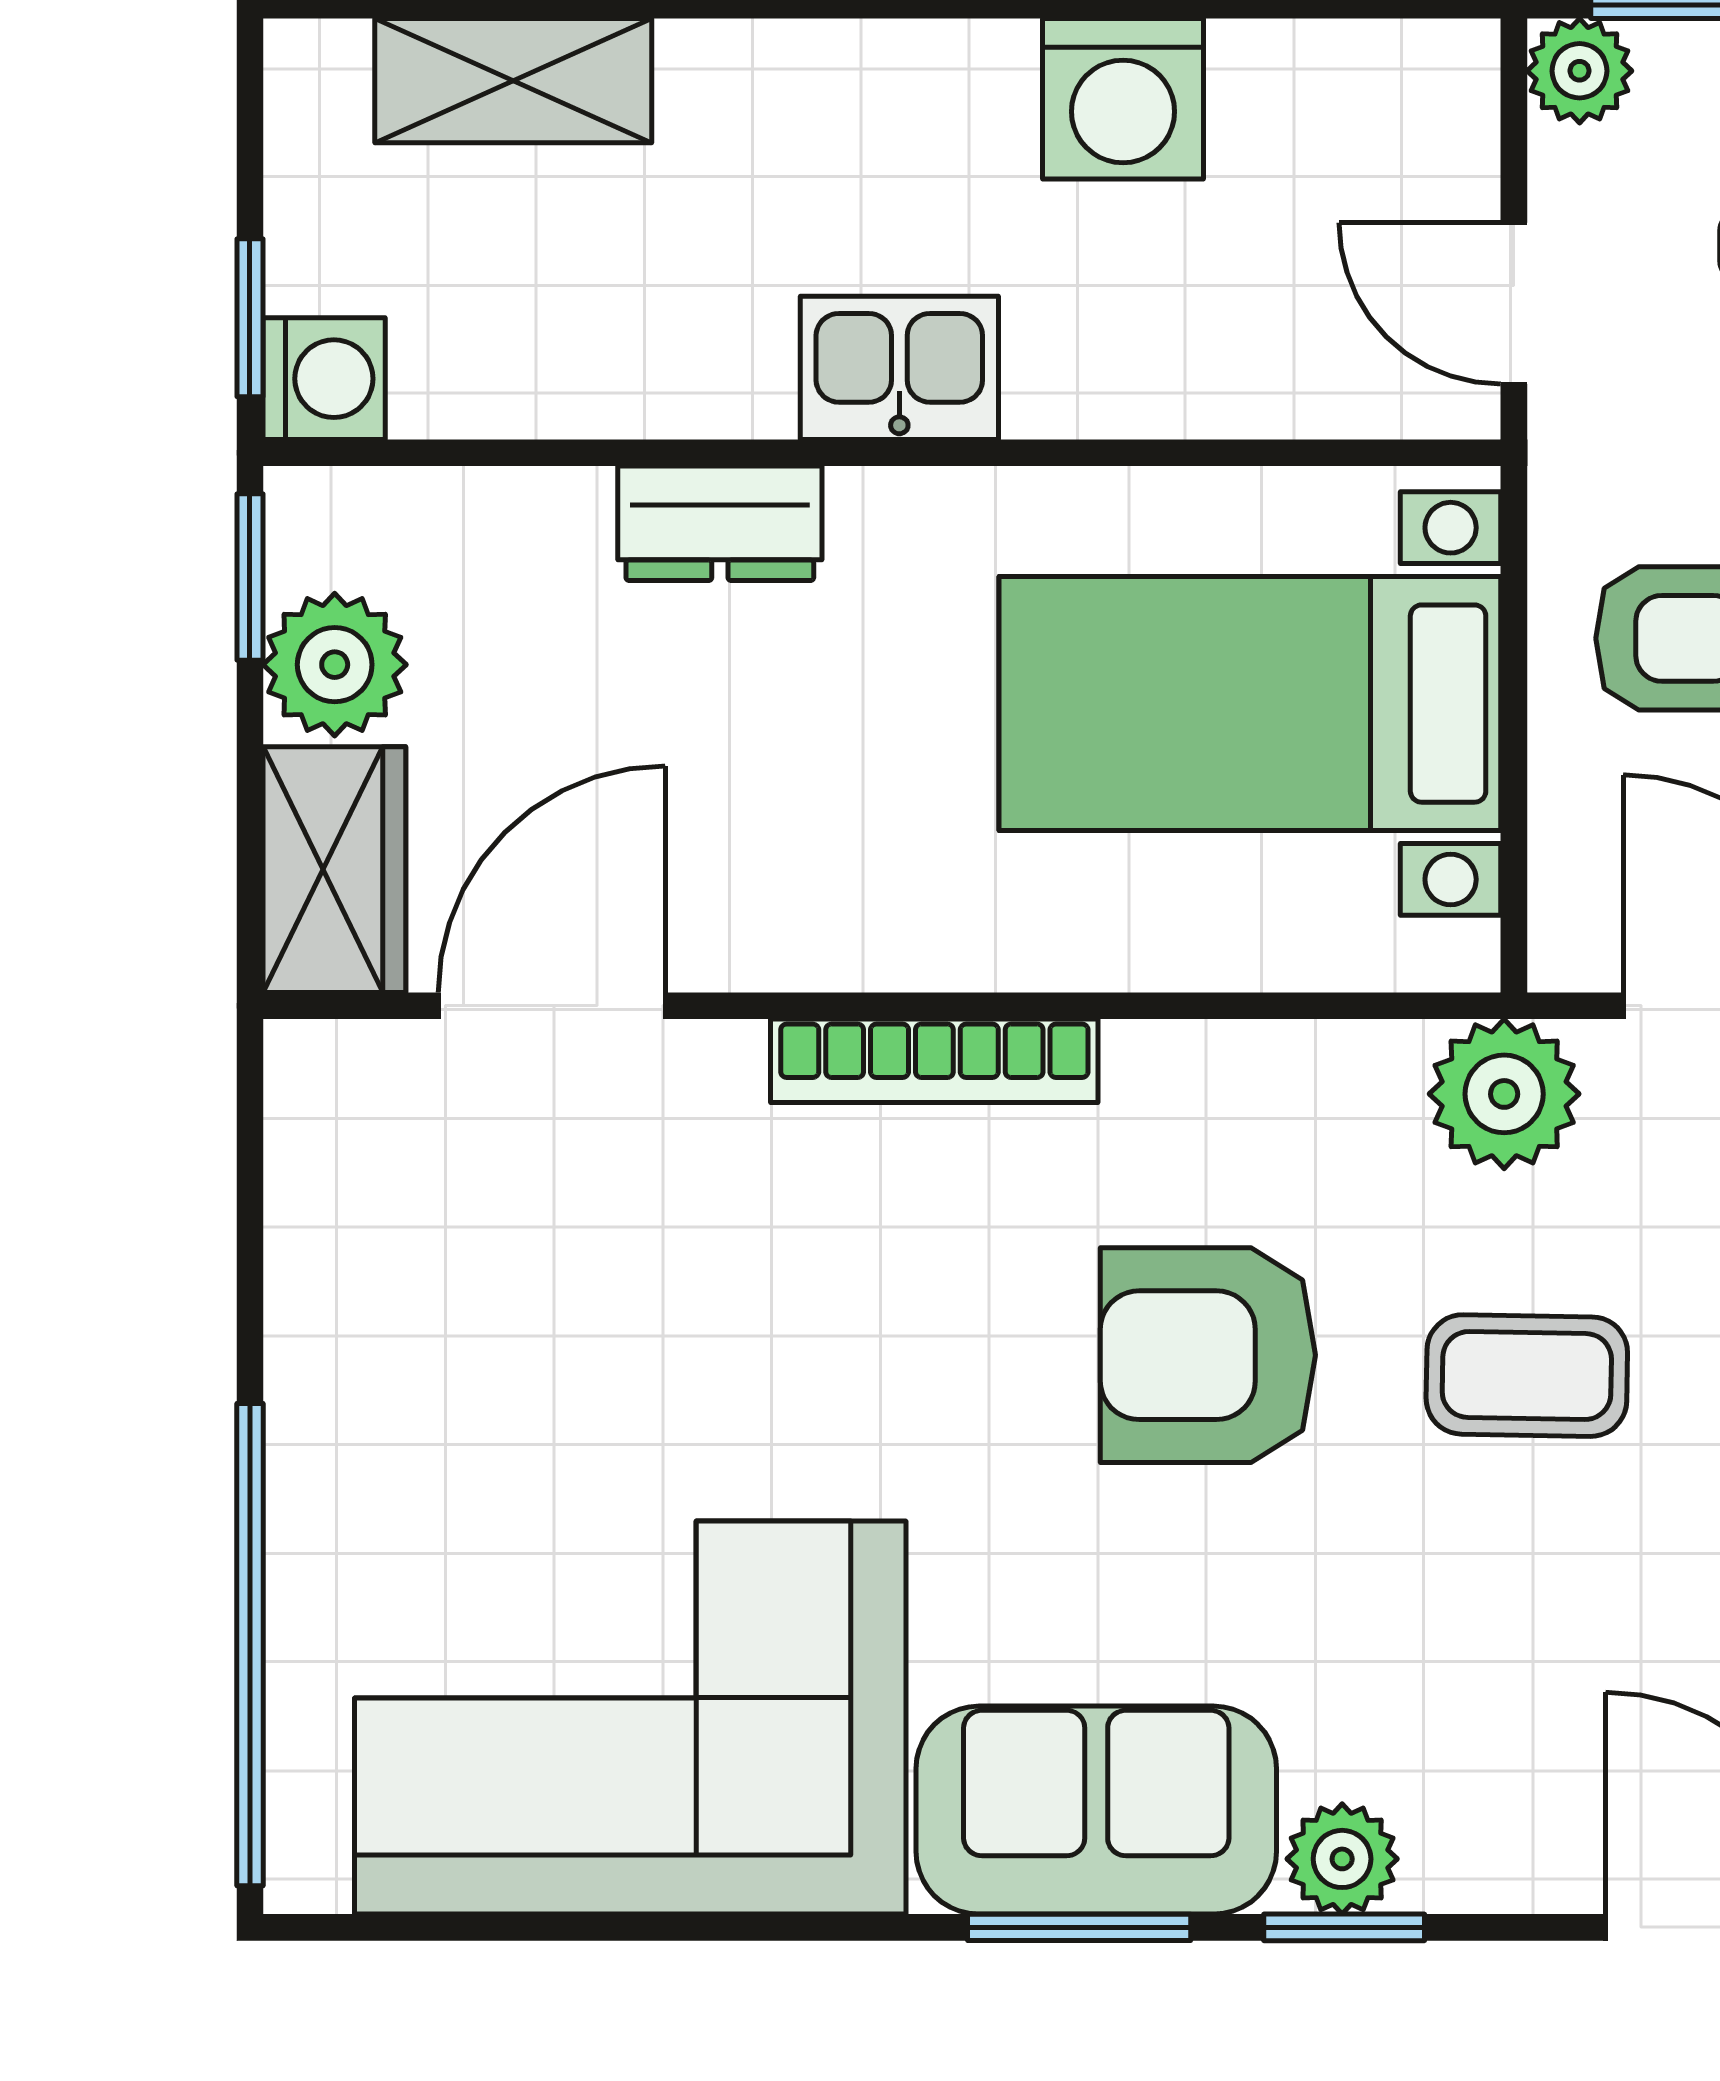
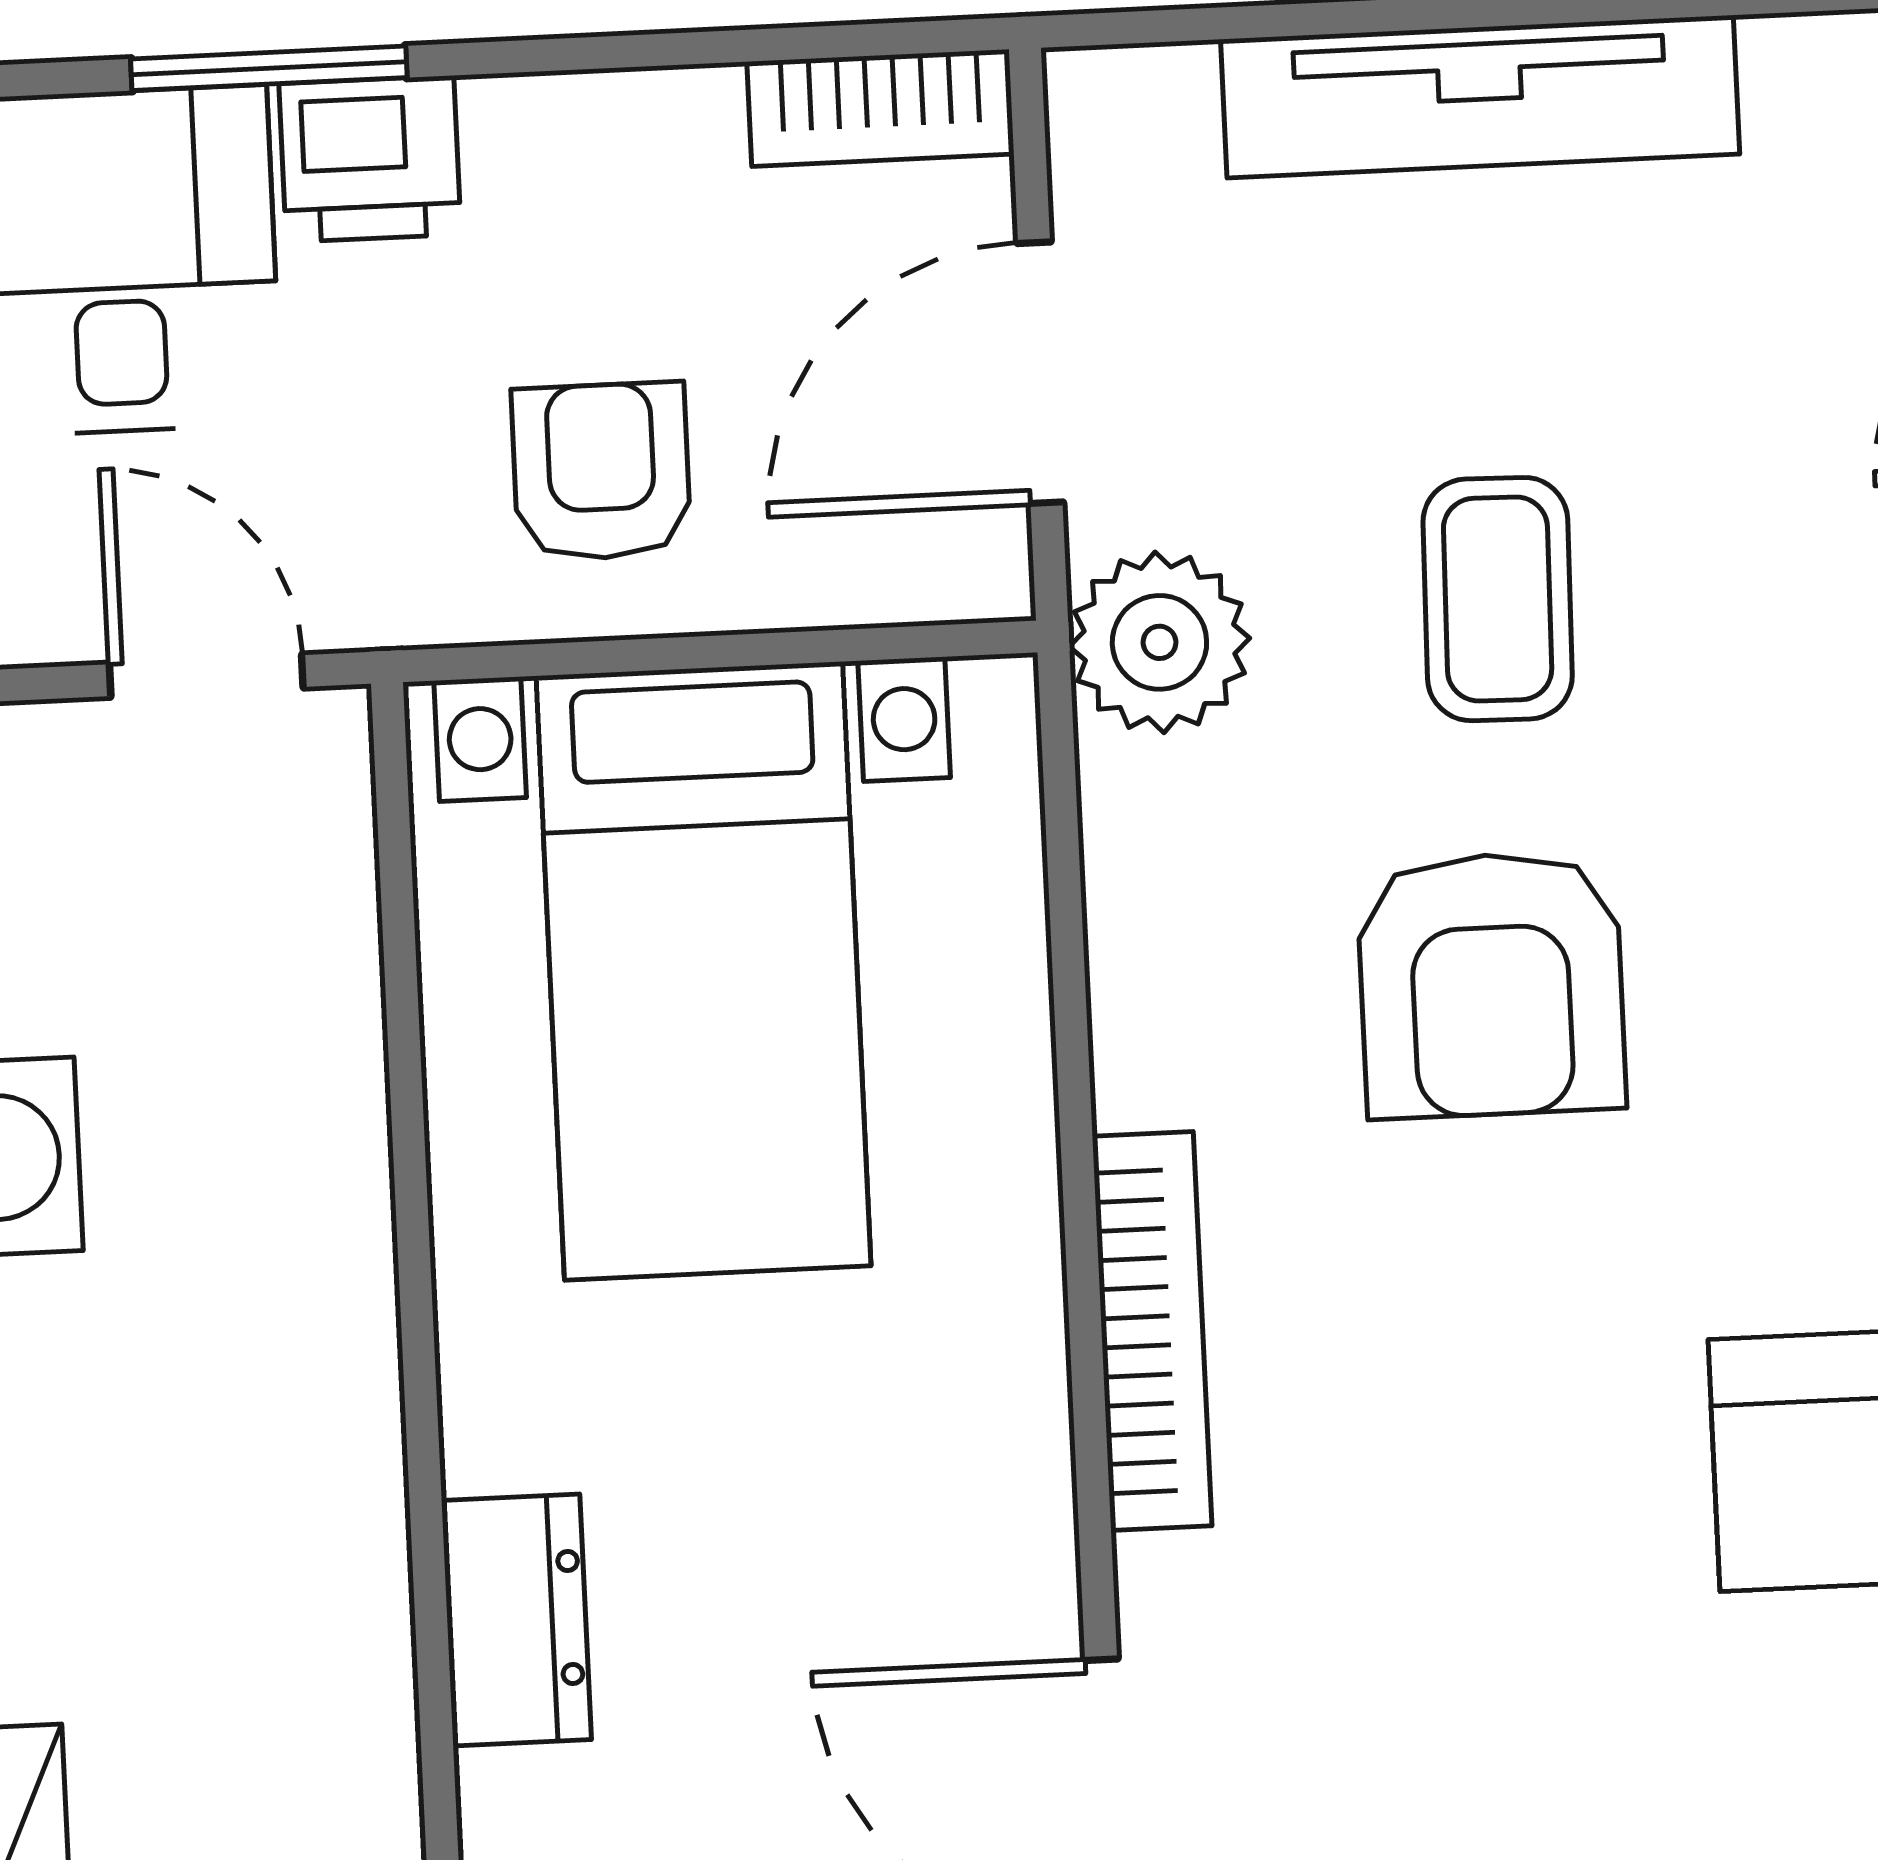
door: (1514, 303) -> (206, 676), swing flipped
kitchen sink: (899, 368) -> (319, 1413), removed

